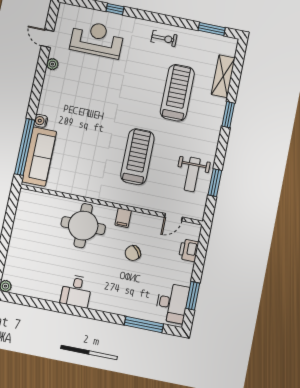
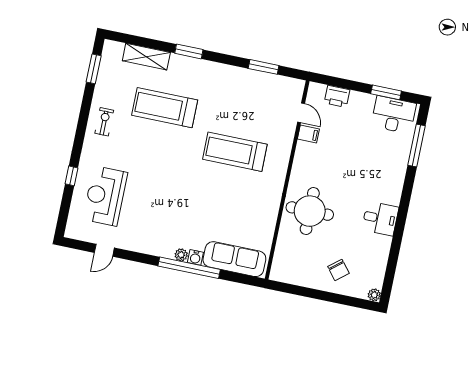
plant: (52, 64) -> (181, 255), moved
window: (25, 147) -> (189, 268), moved
weight bench: (192, 174) -> (255, 92), removed
filing cabinet: (123, 218) -> (308, 134), moved
chair: (133, 253) -> (338, 270), moved

